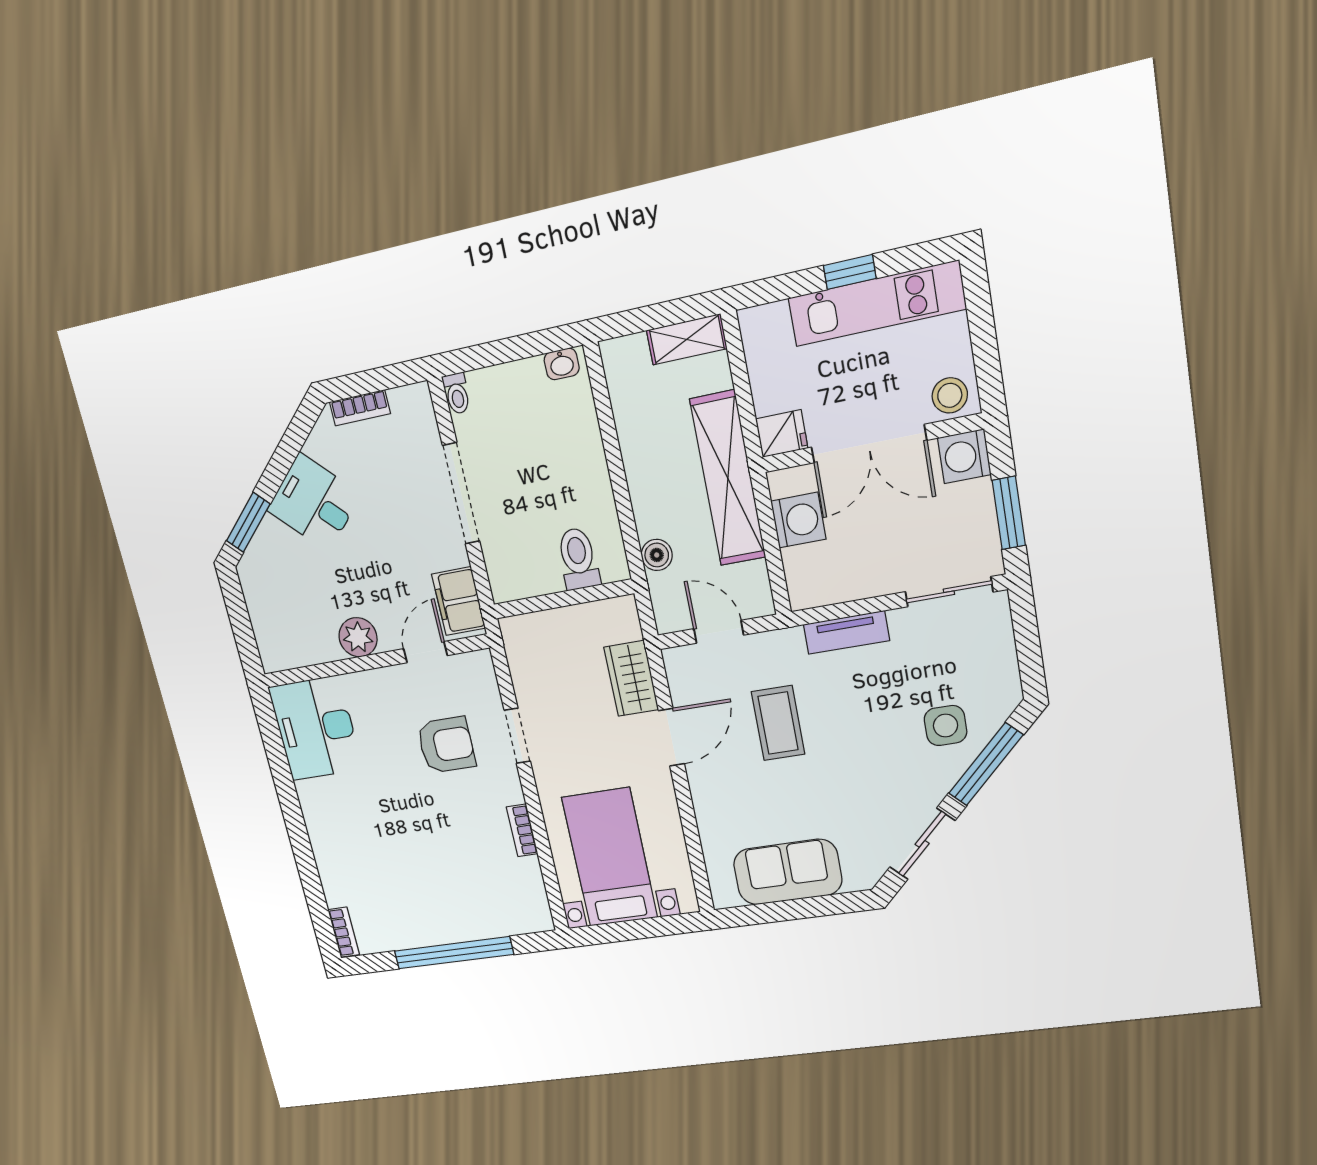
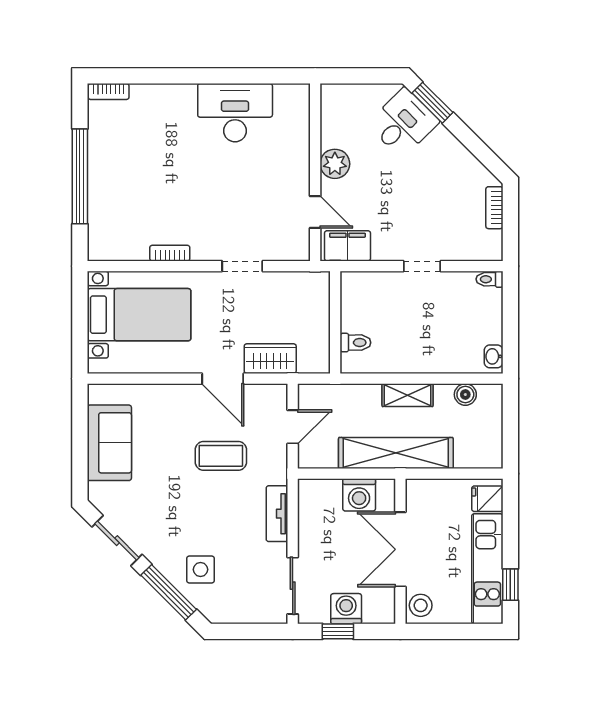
window: (850, 272) -> (510, 585), moved
shelving: (687, 339) -> (408, 395), moved, turned 90
fridge: (782, 434) -> (487, 499), moved, turned 90
washing machine: (964, 456) -> (346, 609), moved
doorway: (461, 493) -> (422, 266), width x0.53
desk: (314, 502) -> (403, 123), moved
window: (1009, 513) -> (338, 631), width x0.67
boiler: (657, 555) -> (465, 395), moved
toilet: (578, 559) -> (355, 343), width x0.73, depth x0.72
desk: (316, 728) -> (235, 113), moved
armchair: (446, 745) -> (244, 211), removed

